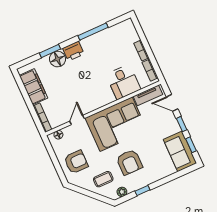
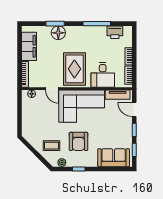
printer: (73, 51) -> (115, 32), moved
rug: (91, 89) -> (74, 69), added
door: (77, 120) -> (52, 89), swing flipped
sofa: (180, 151) -> (114, 158), moved, turned 90
armchair: (76, 162) -> (36, 122), removed

